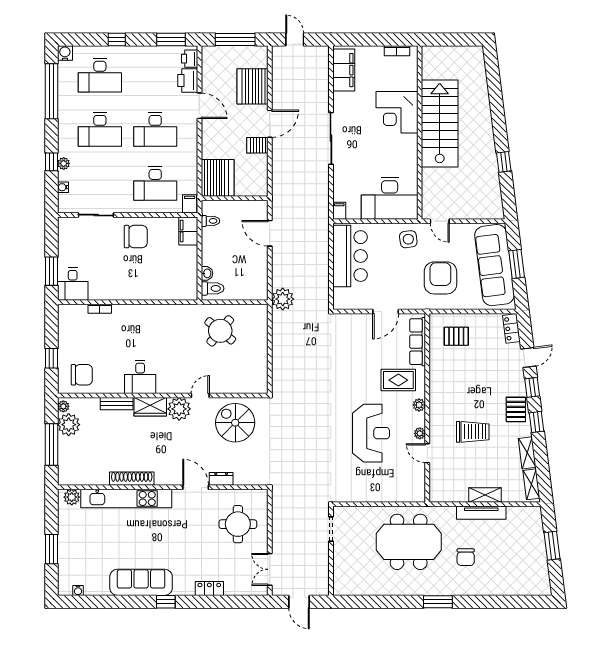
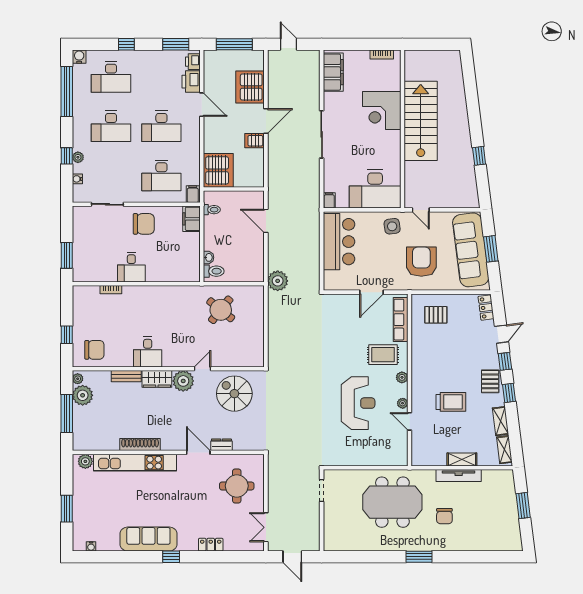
desk: (73, 284) -> (131, 267), moved

